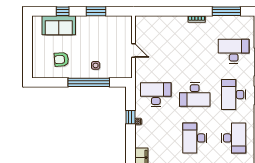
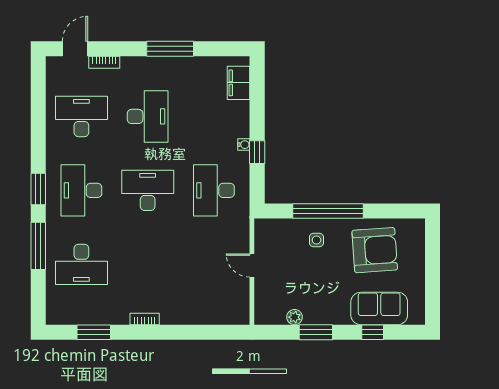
window: (226, 11) -> (94, 332), width x0.69
plant: (108, 20) -> (295, 317), added
armchair: (61, 59) -> (375, 250), width x1.88, depth x1.88
desk: (156, 95) -> (214, 190), turned 90
desk: (234, 95) -> (81, 190), turned 180
desk: (234, 138) -> (81, 116), turned 90

